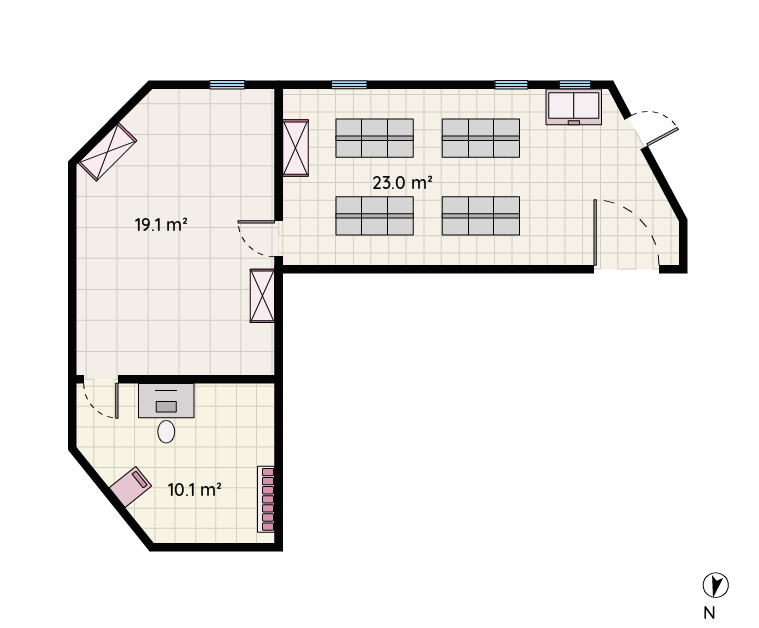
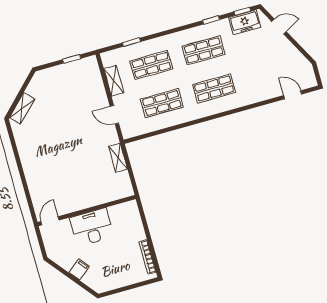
door: (279, 239) -> (114, 115), moved
door: (626, 269) -> (293, 95), width x0.53
door: (101, 379) -> (50, 221), swing flipped
desk: (166, 413) -> (92, 227), width x1.37

